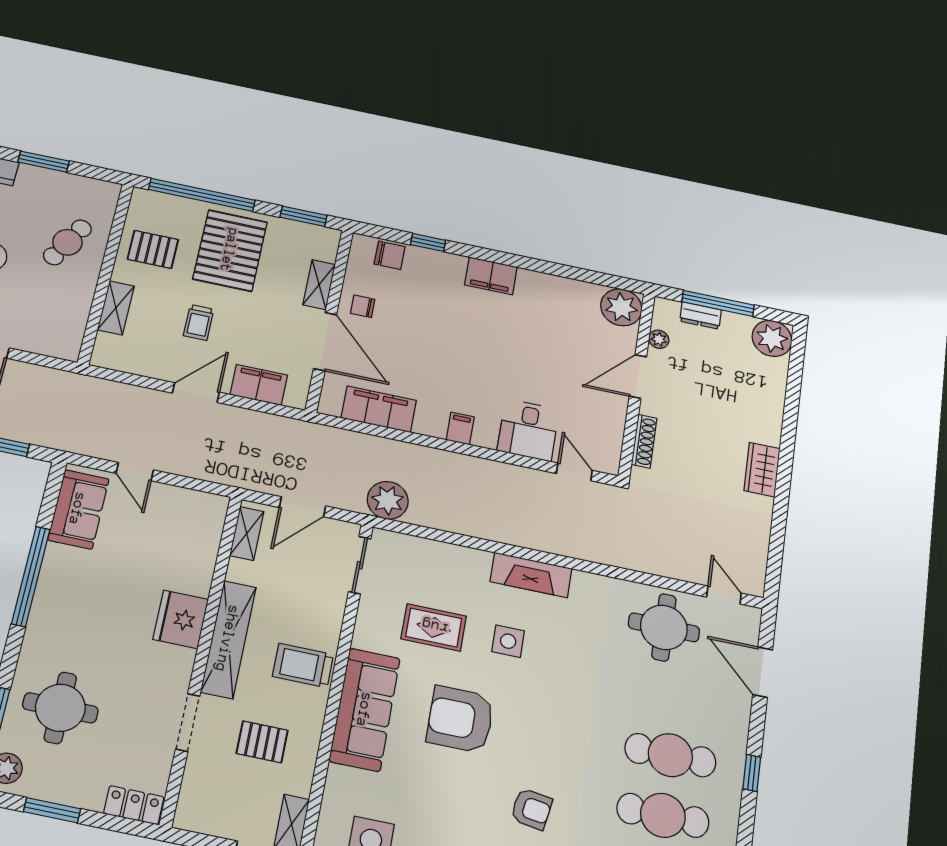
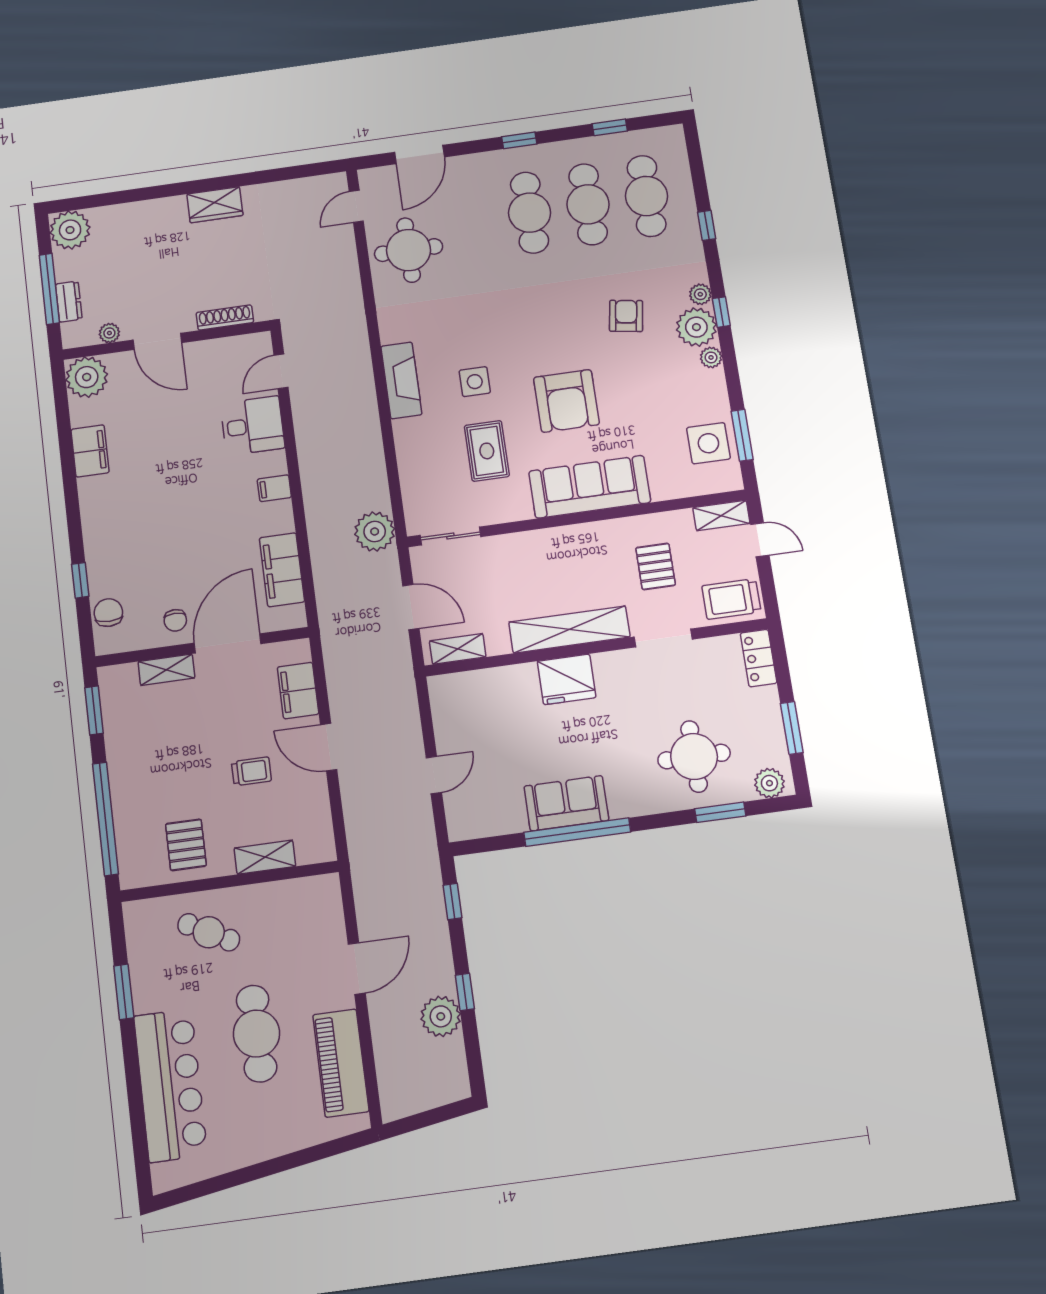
pallet: (230, 250) -> (159, 769), removed
filing cabinet: (491, 276) -> (90, 451), moved
sofa: (78, 509) -> (566, 803), moved
trolley: (303, 665) -> (731, 599), moved, turned 90

